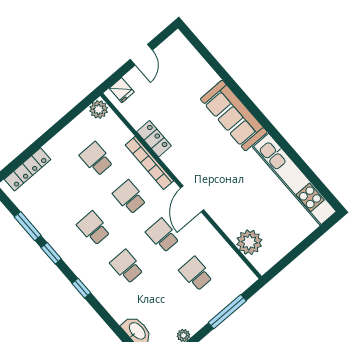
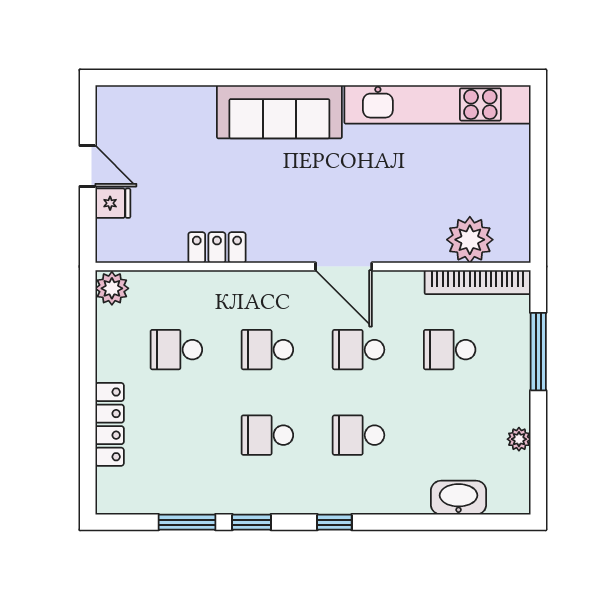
fridge: (122, 90) -> (113, 203), moved
bookcase: (149, 163) -> (478, 282), moved
locker: (28, 169) -> (110, 424), moved

